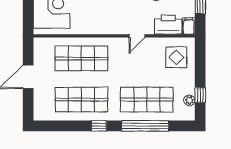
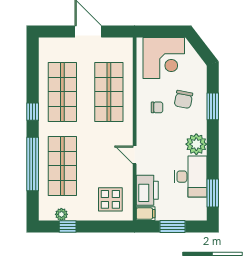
chair: (95, 16) -> (157, 107), added

